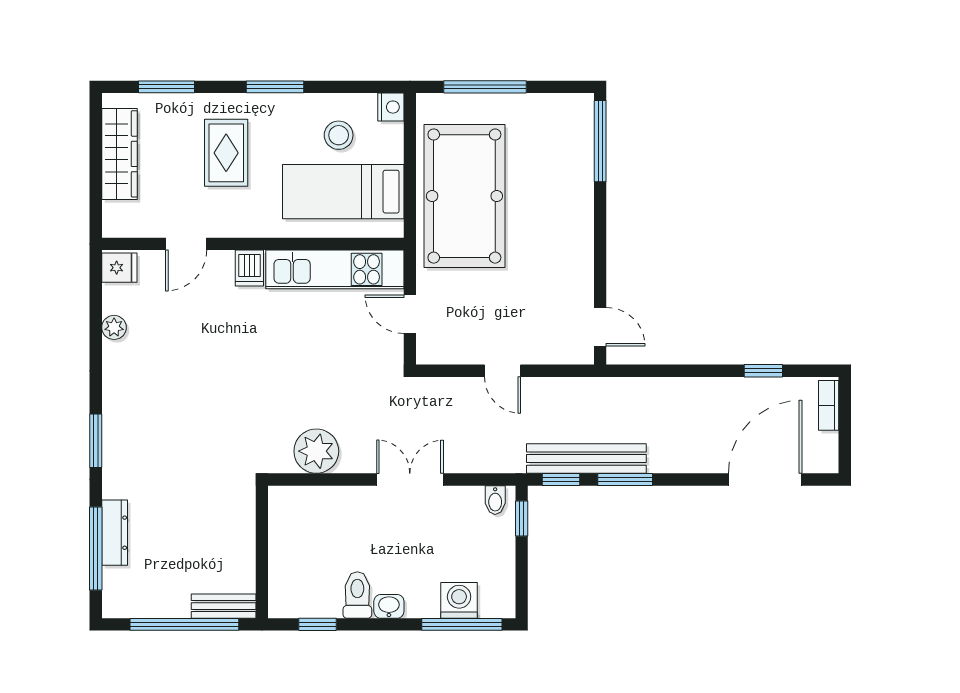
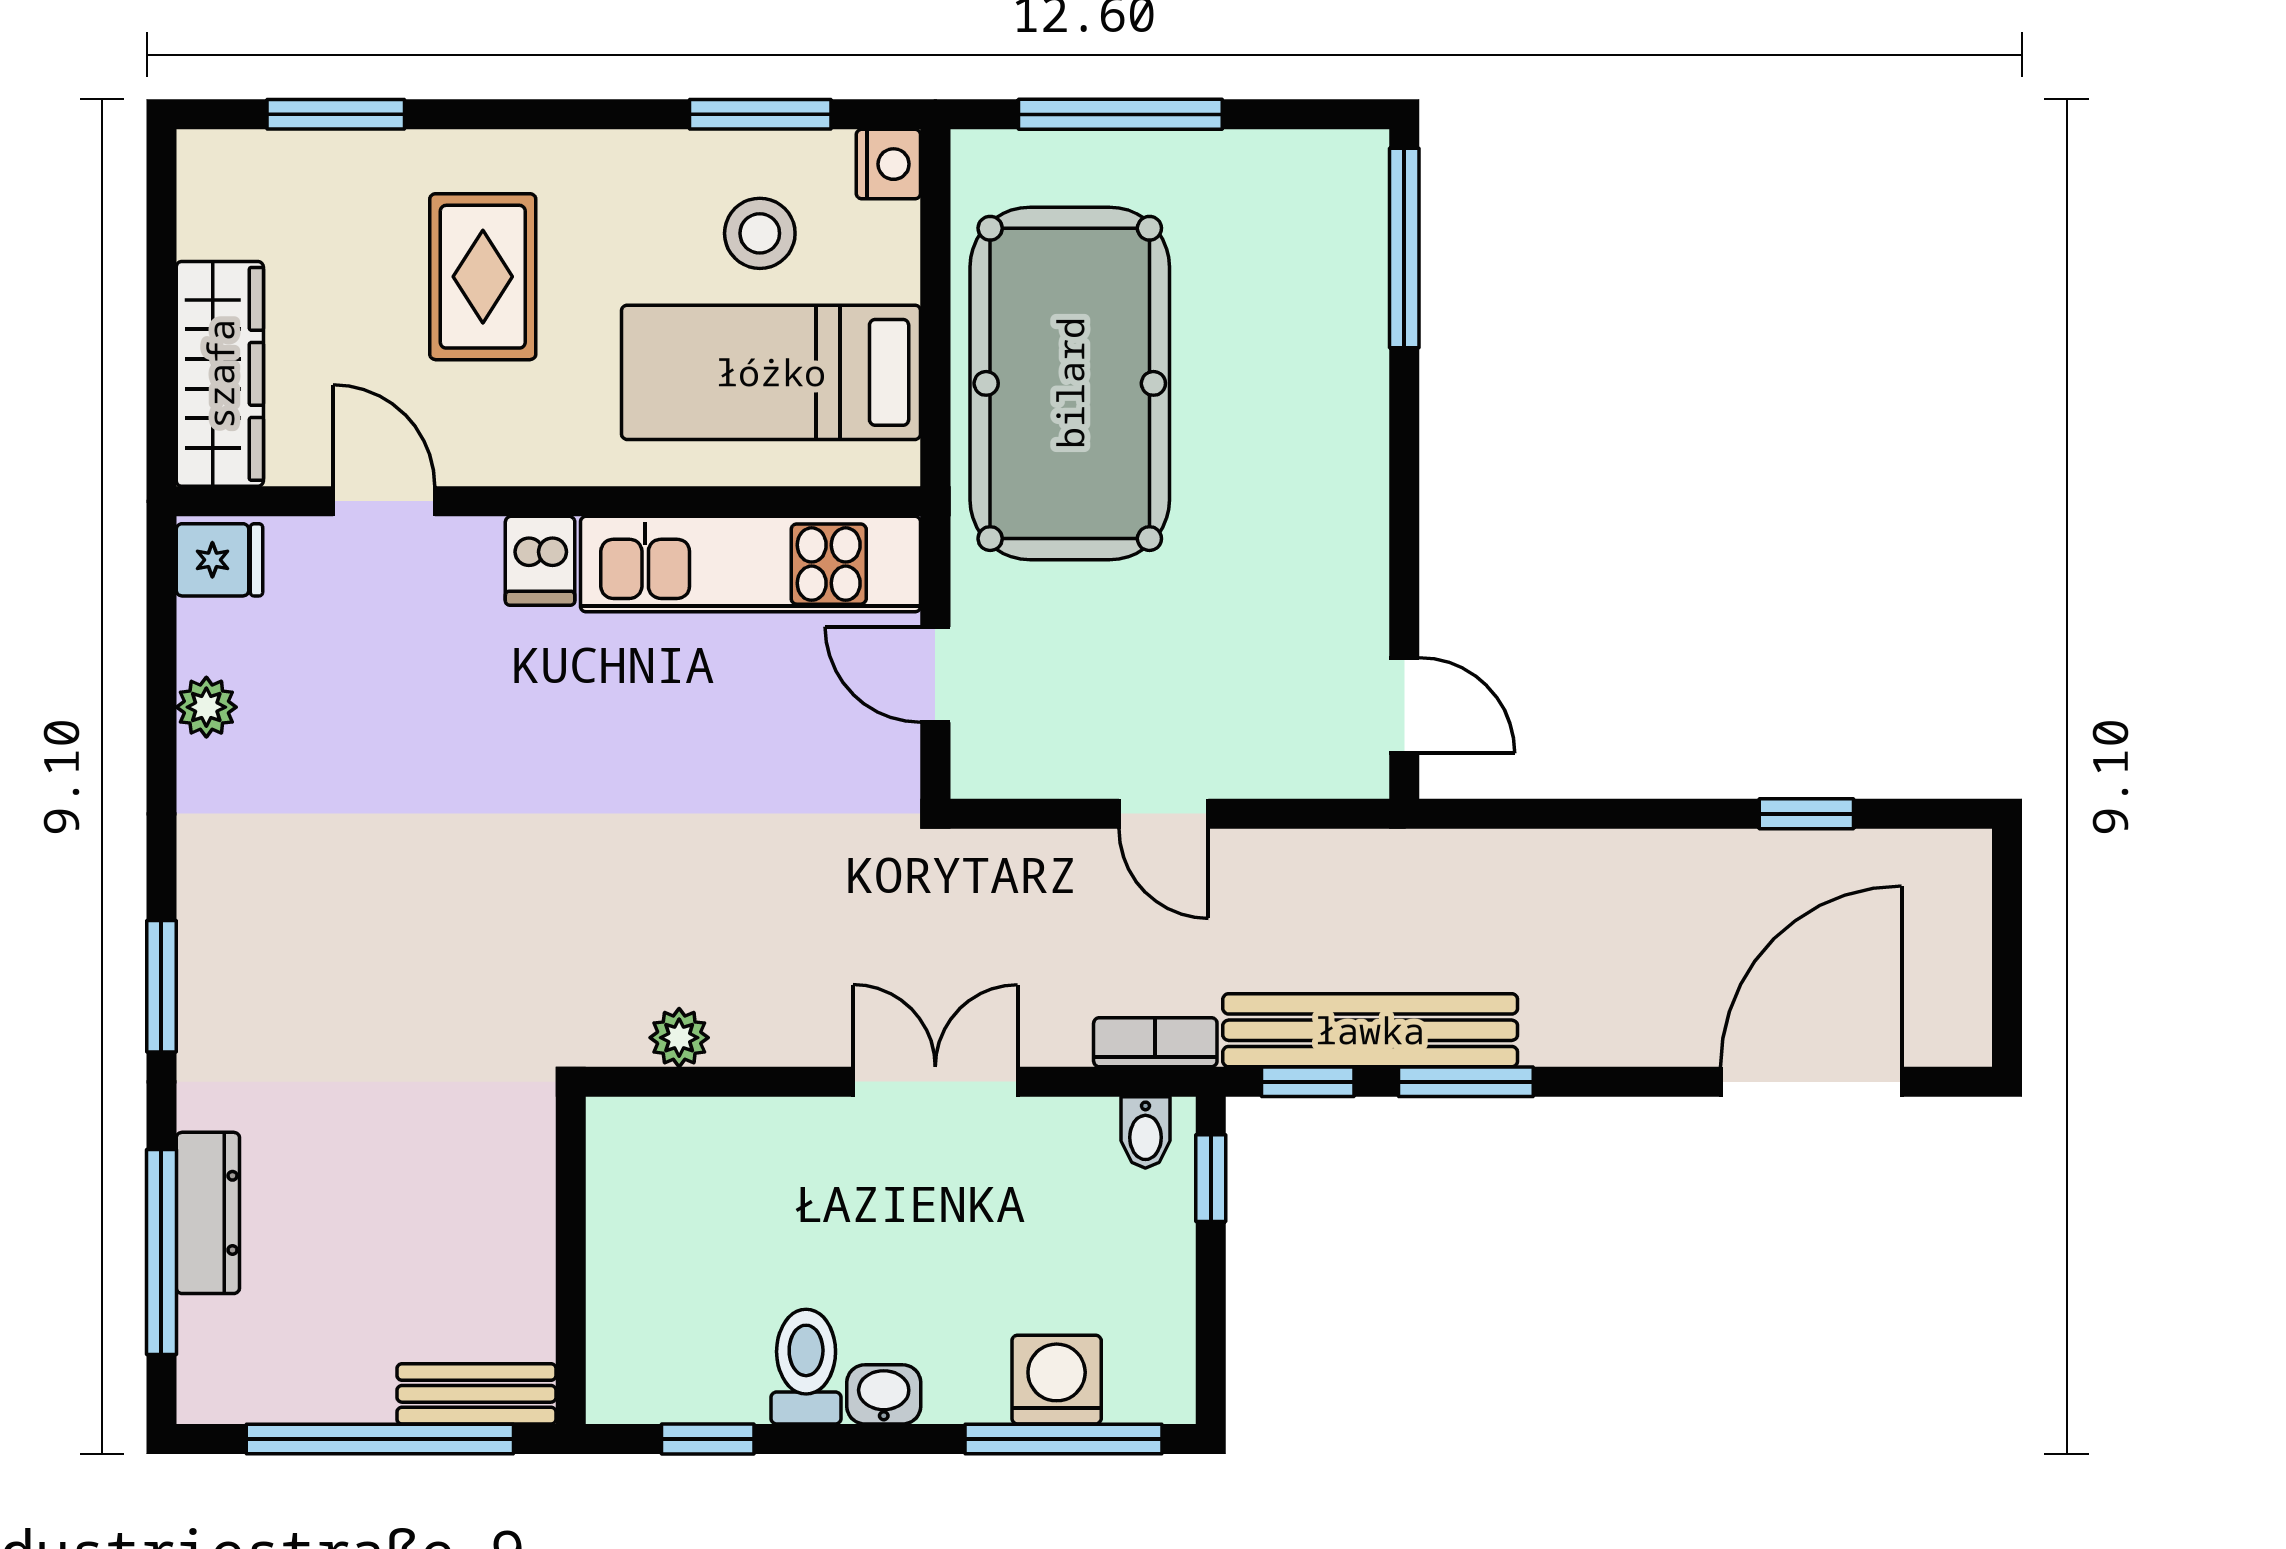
window: (275, 87) -> (760, 114), moved
wardrobe: (119, 154) -> (220, 374), moved
door: (186, 244) -> (384, 501), swing flipped
bookcase: (829, 405) -> (1155, 1042), moved, turned 90
plant: (316, 451) -> (679, 1038), width x0.53, depth x0.53

